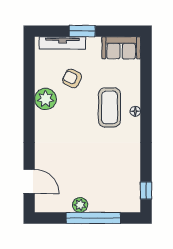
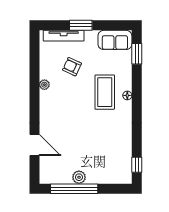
window: (146, 64) -> (137, 54), added
plant: (45, 99) -> (44, 85), width x0.53, depth x0.53
door: (29, 181) -> (34, 145), moved
window: (93, 218) -> (74, 189), moved

